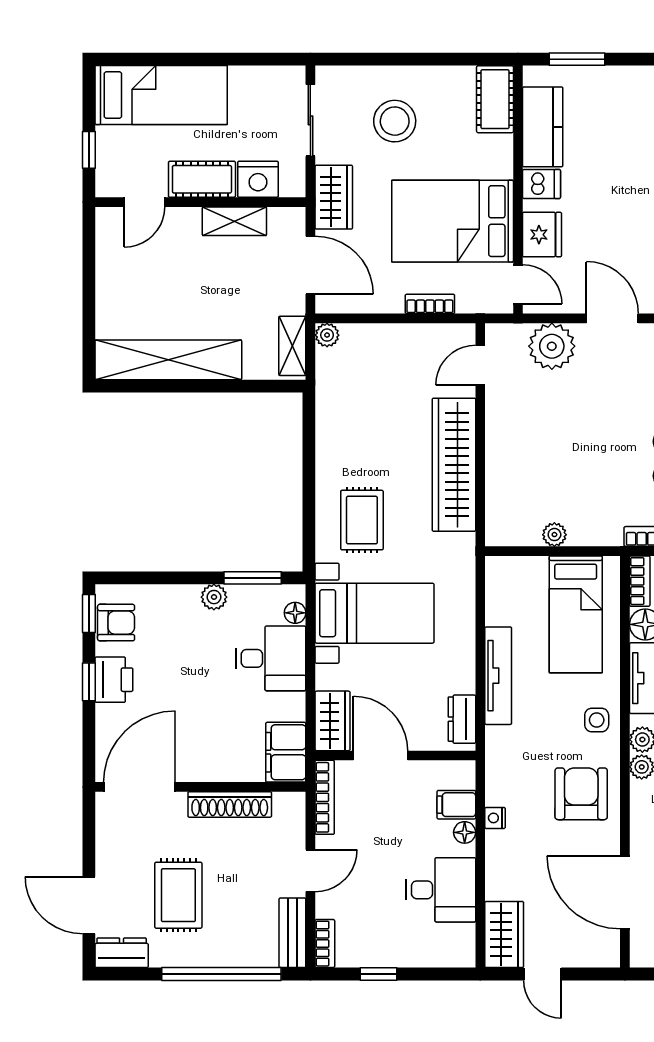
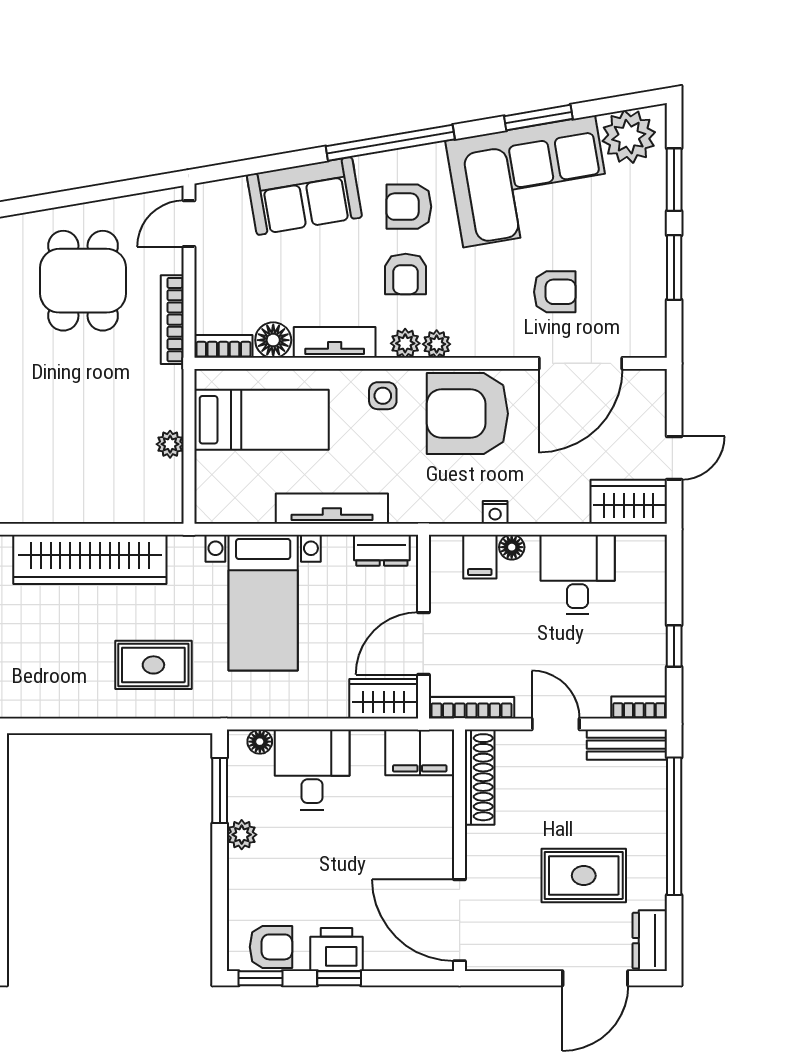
bed with nightstands: (374, 613) -> (263, 603), moved, turned 180
armchair: (116, 623) -> (271, 947), turned 90
armchair: (581, 794) -> (467, 414), width x1.36, depth x1.36
shoe rack: (230, 804) -> (480, 777), moved

